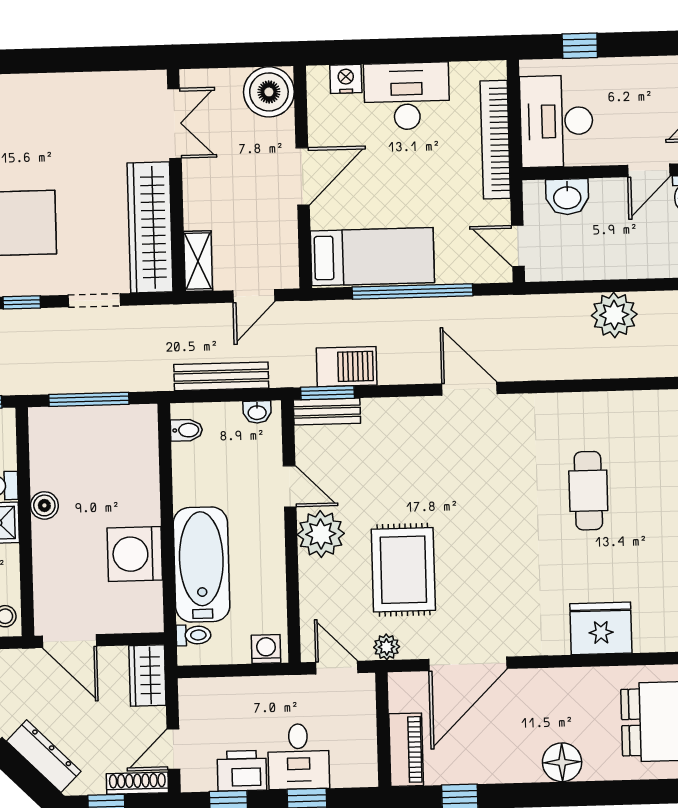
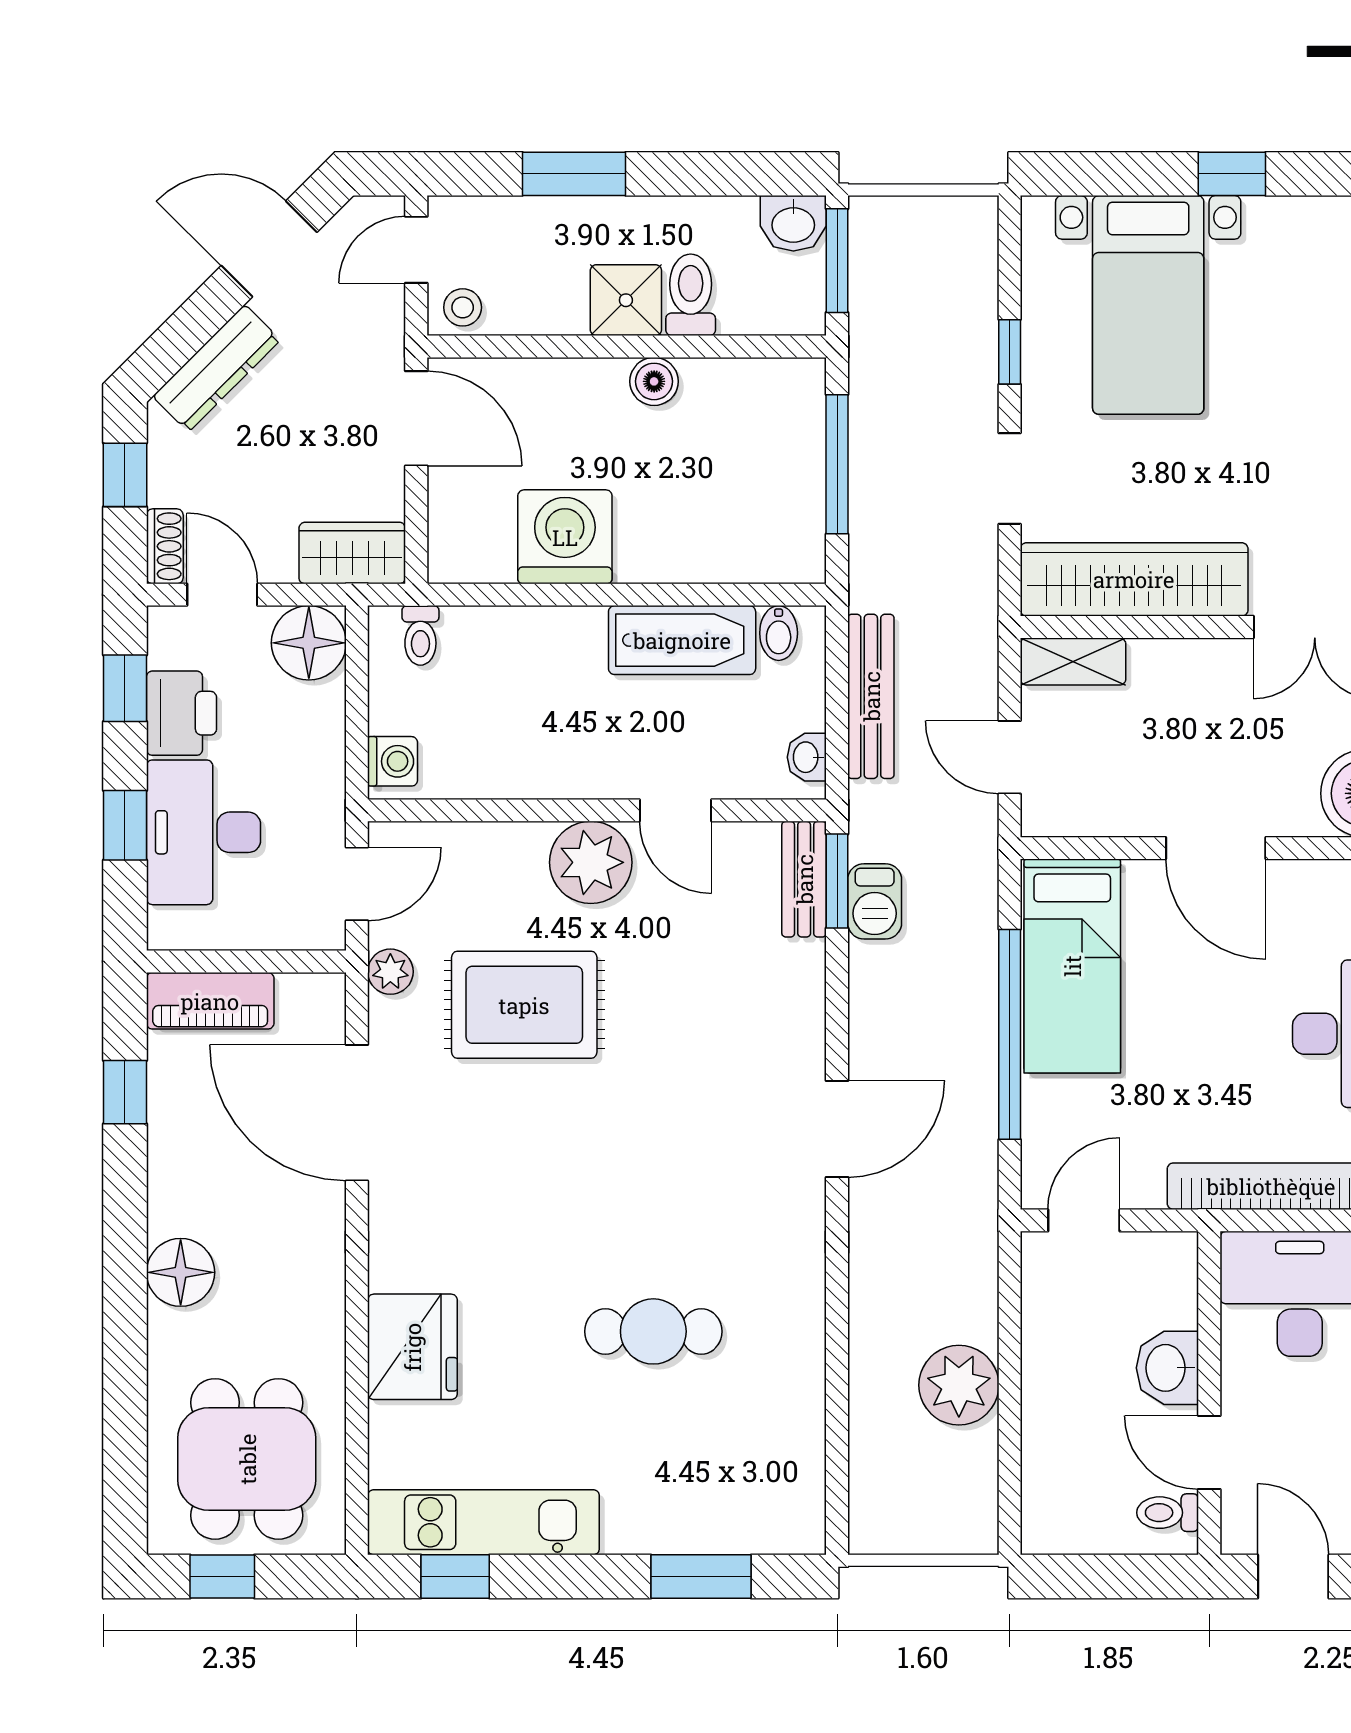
washbasin: (567, 197) -> (1167, 1368), moved
barbecue: (347, 367) -> (875, 901), width x0.73, depth x0.79
door: (290, 486) -> (675, 810), hinge flipped
bathtub: (201, 564) -> (682, 640), moved, width x0.73, depth x0.73
door: (69, 641) -> (416, 418), swing flipped
floor lamp: (200, 699) -> (309, 643), added
desk: (298, 757) -> (203, 832), width x1.37
shoe rack: (137, 783) -> (165, 546), width x0.70

